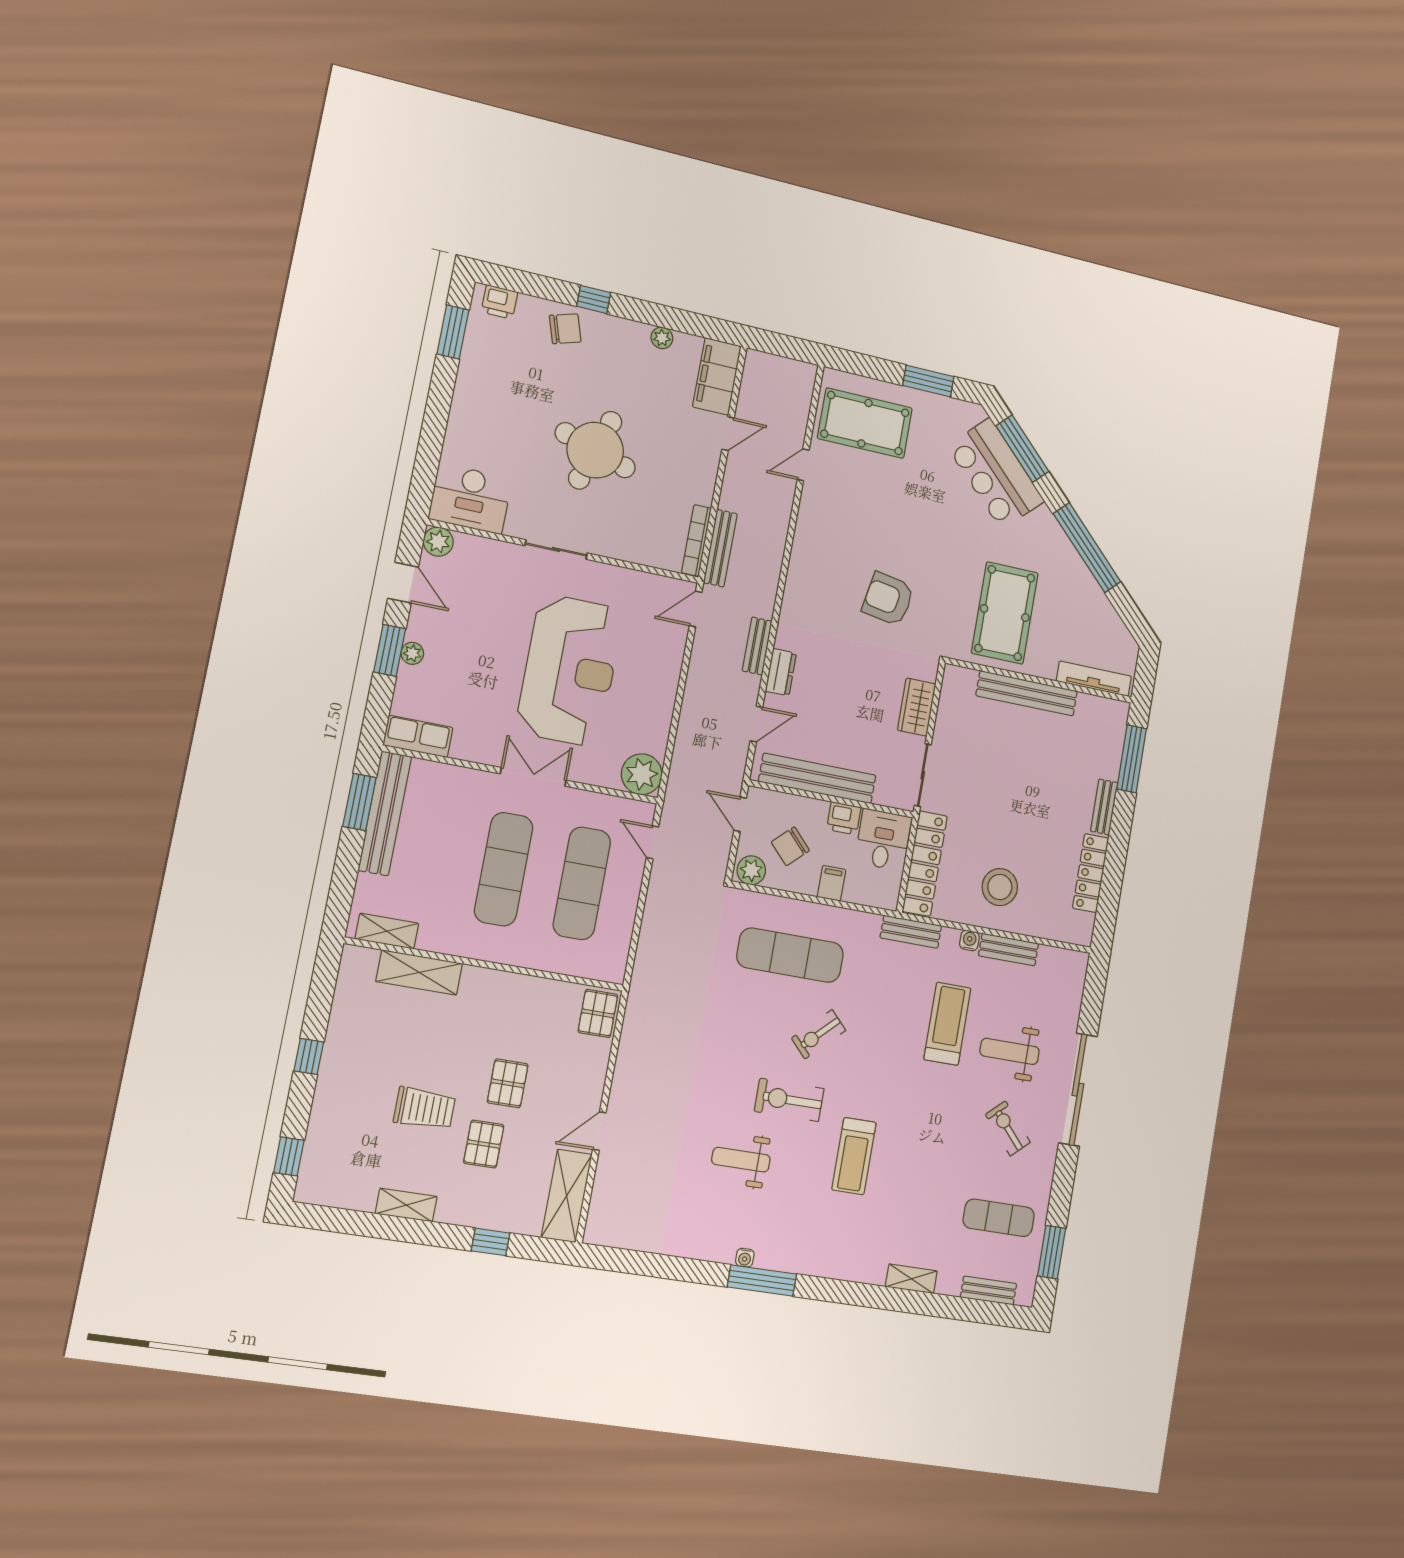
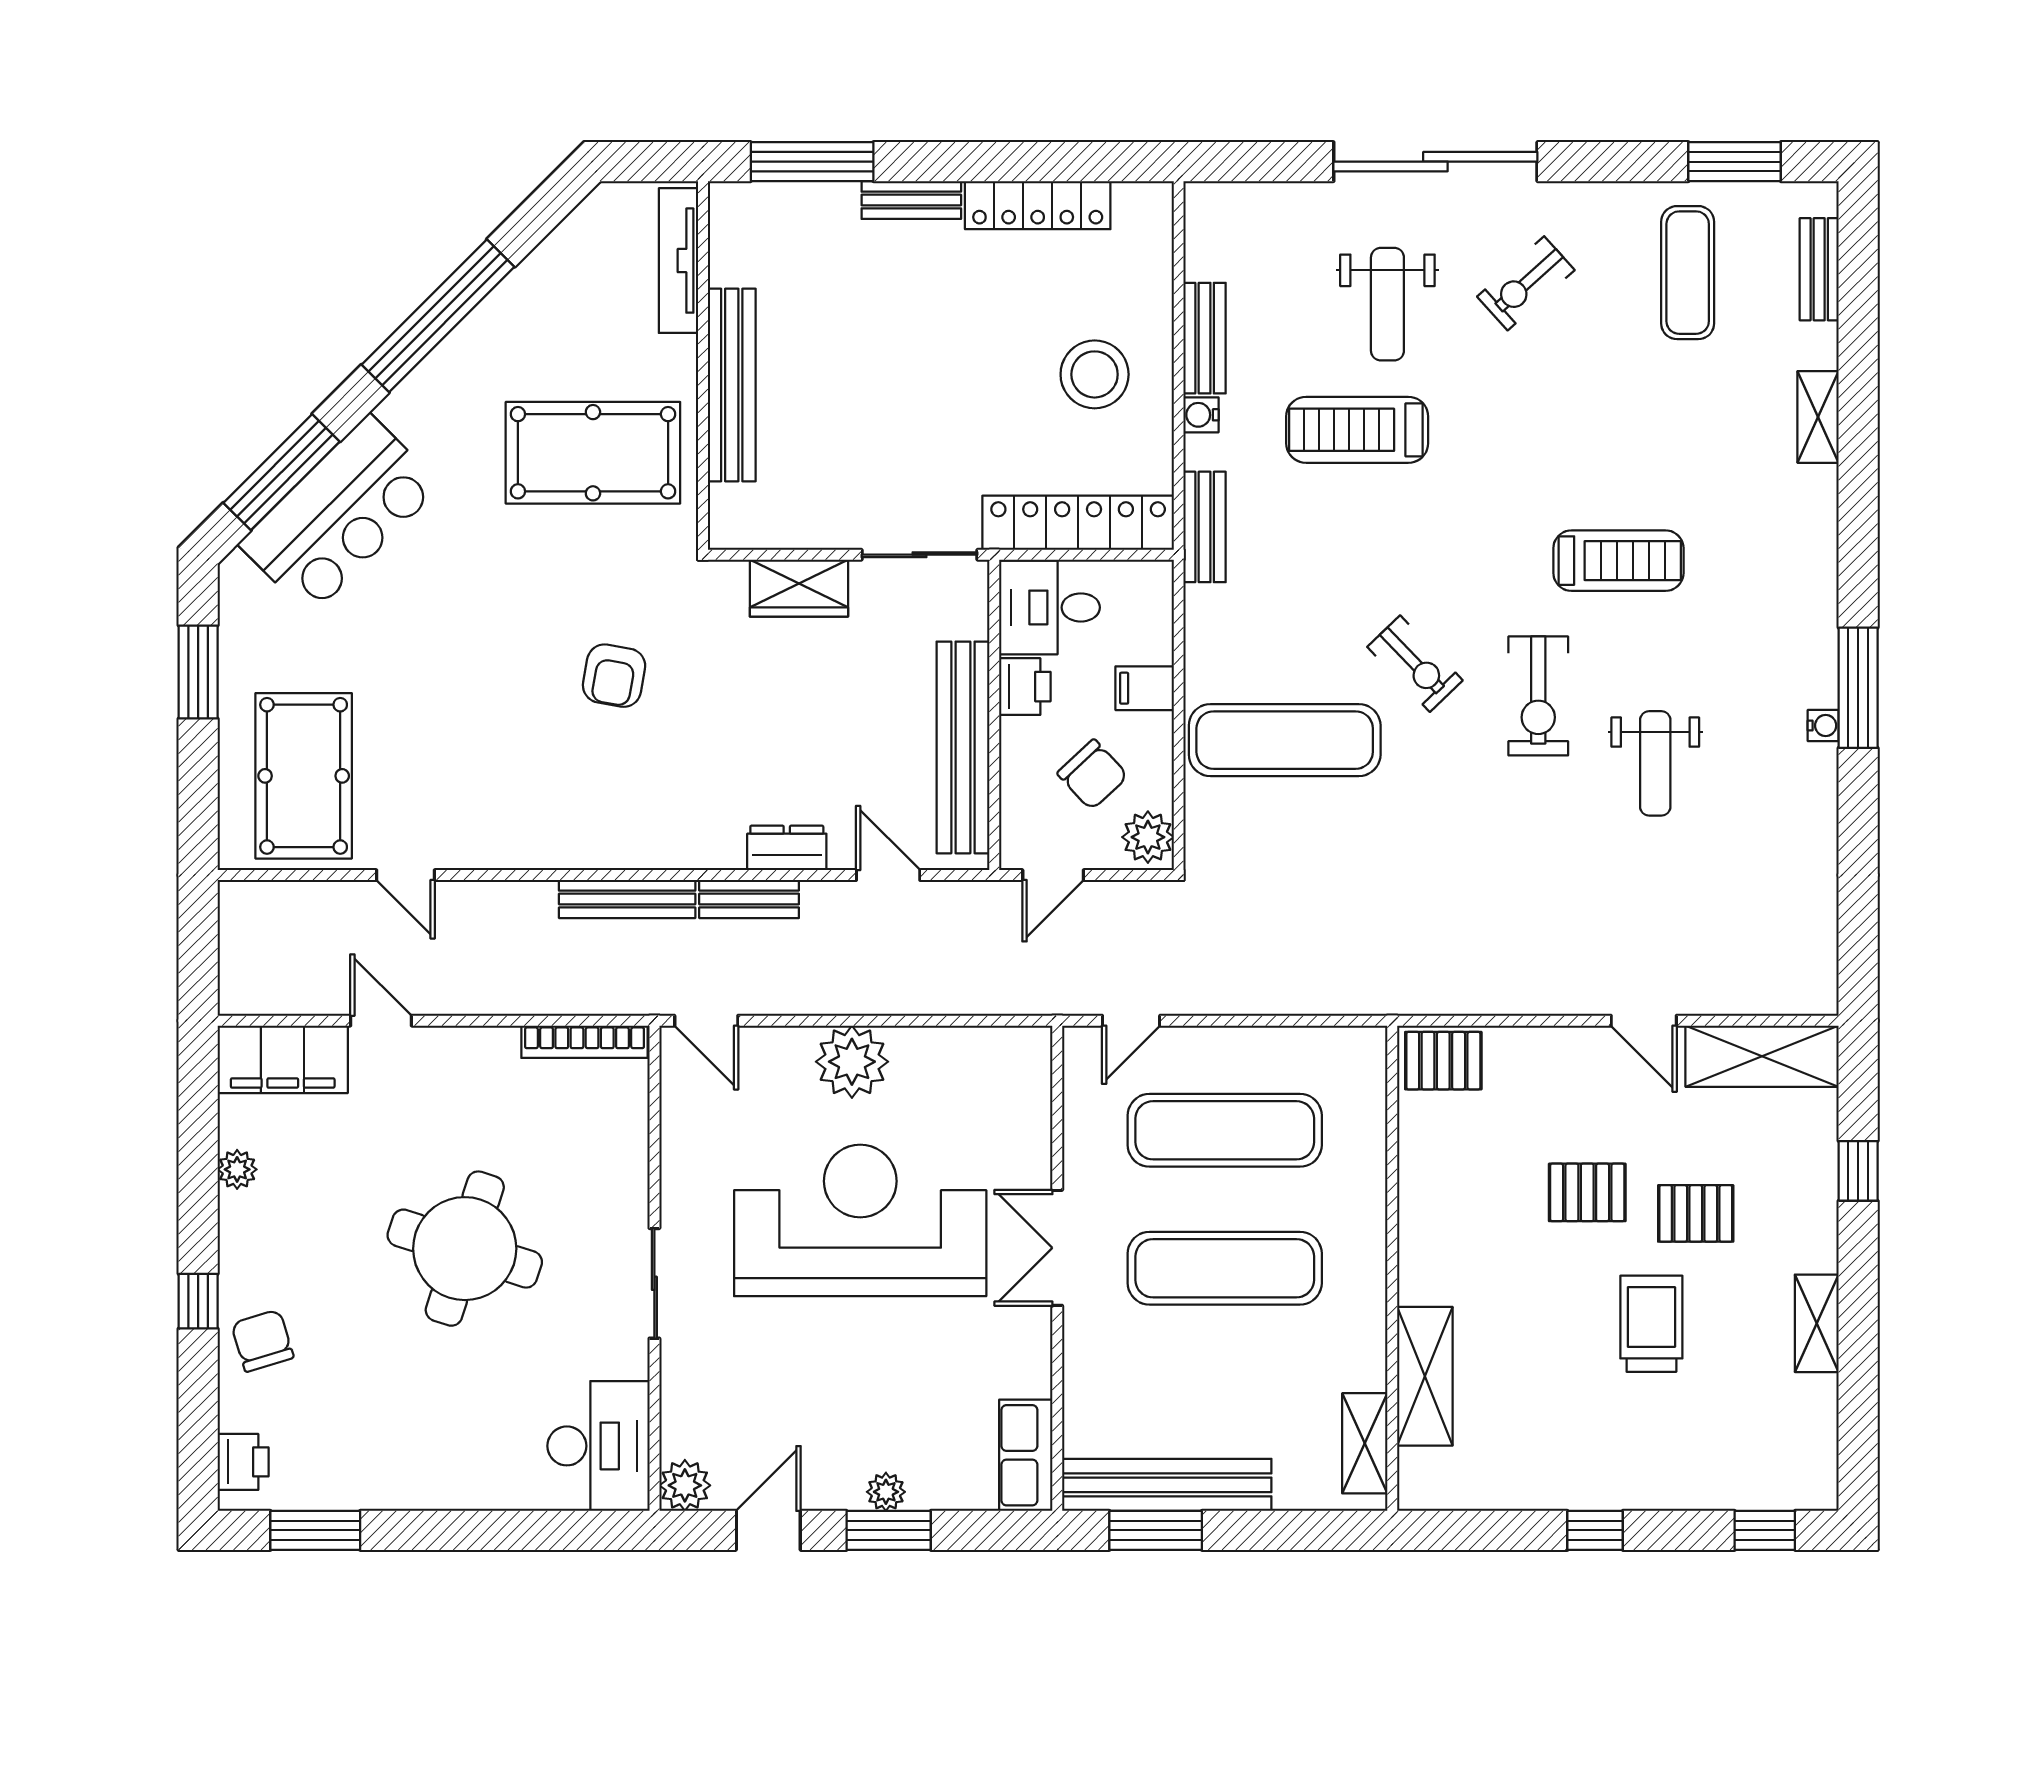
bench: (720, 548) -> (627, 899), moved
armchair: (888, 599) -> (614, 676), width x0.72, depth x0.72
plant: (642, 774) -> (852, 1062), moved
exercise mat: (790, 955) -> (1285, 740), turned 90

